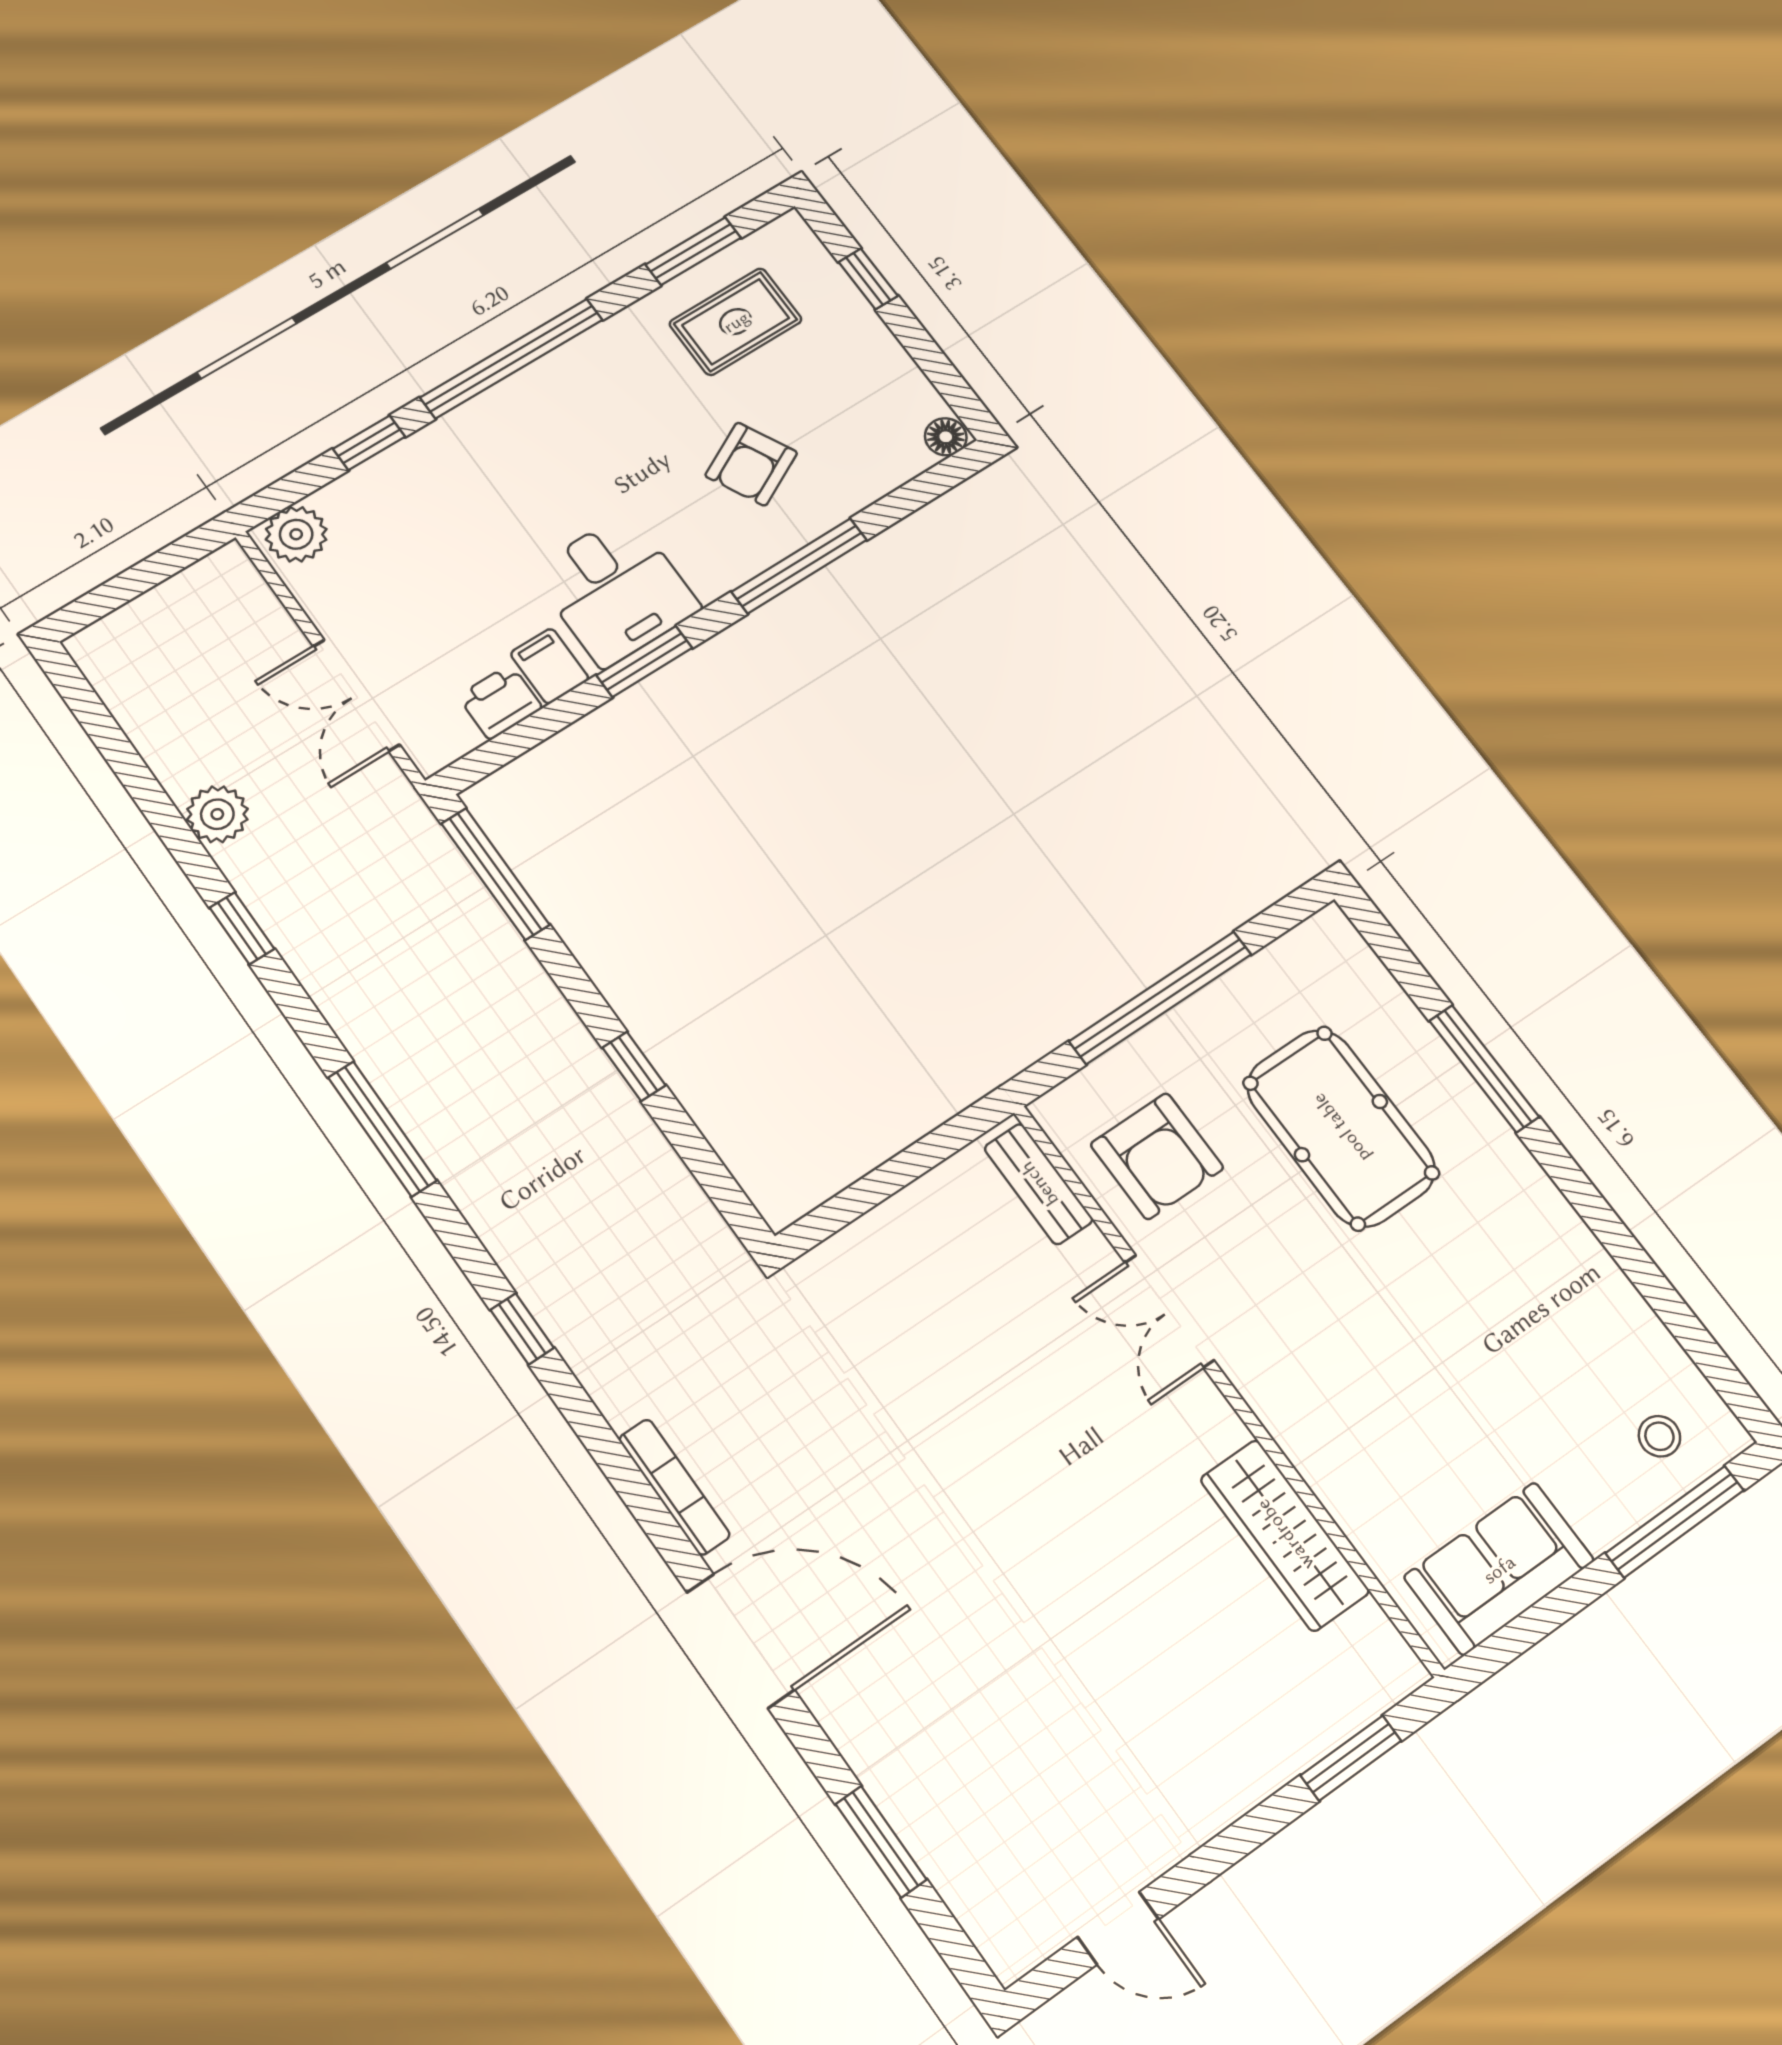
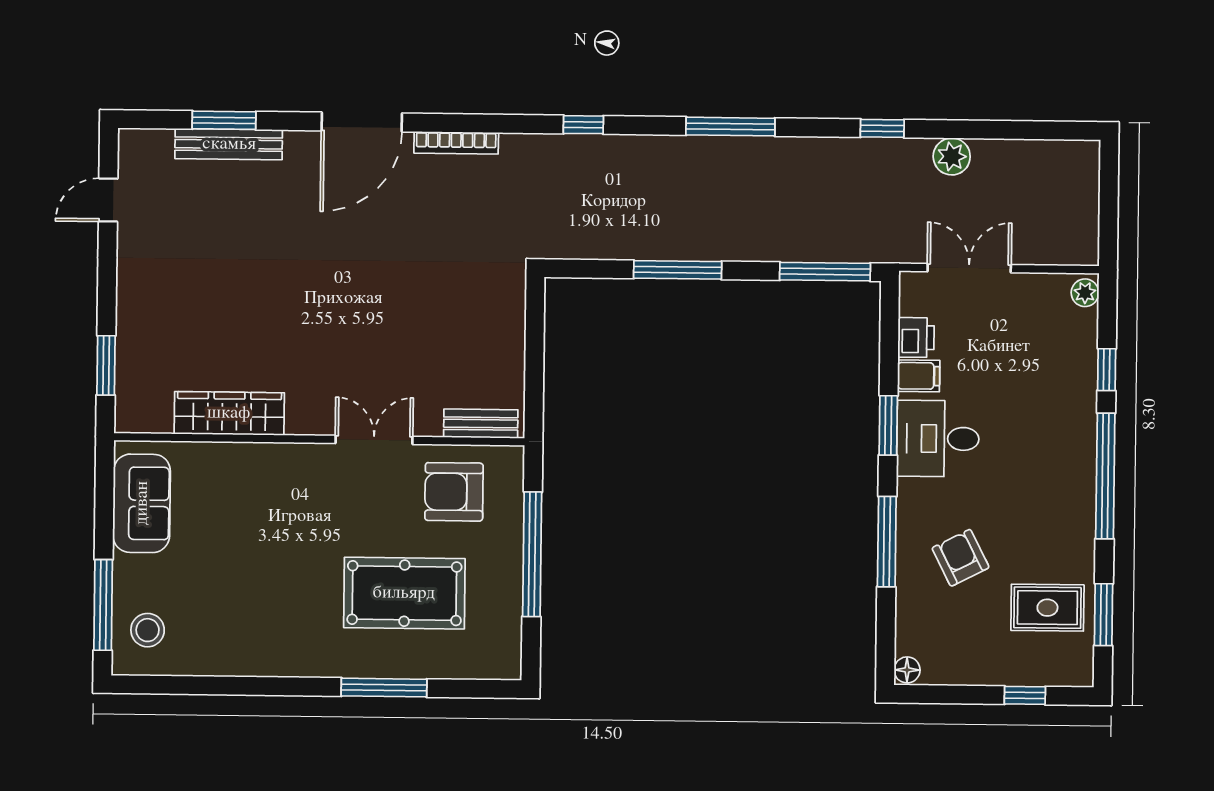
rug: (736, 322) -> (1047, 608), turned 90
plant: (296, 534) -> (1085, 293), width x0.73, depth x0.73
window: (634, 1066) -> (678, 270), width x2.17
stool: (1659, 1436) -> (148, 630), width x1.37, depth x1.37
bench: (910, 1810) -> (229, 144), added

